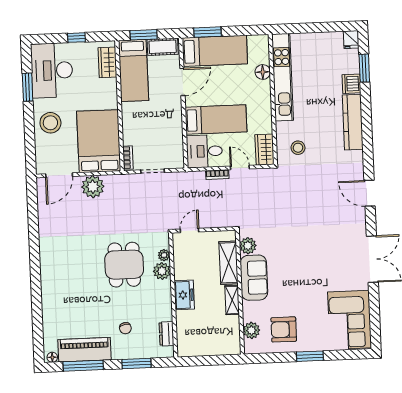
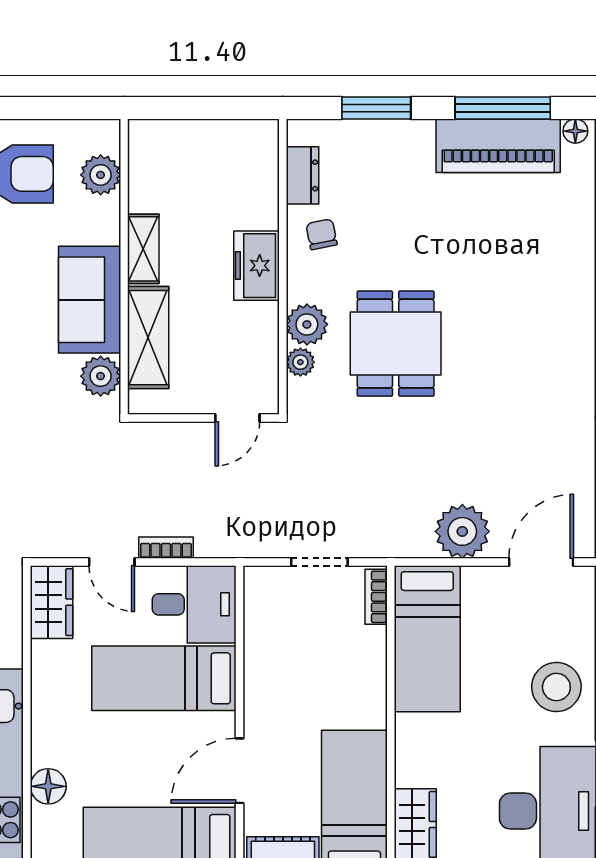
bed: (99, 141) -> (427, 639), width x0.67
chair: (125, 328) -> (322, 234), moved

